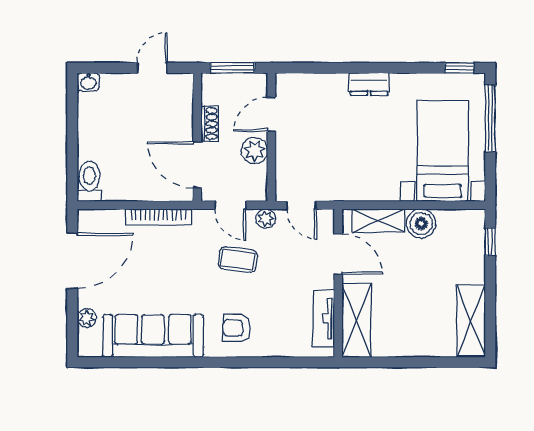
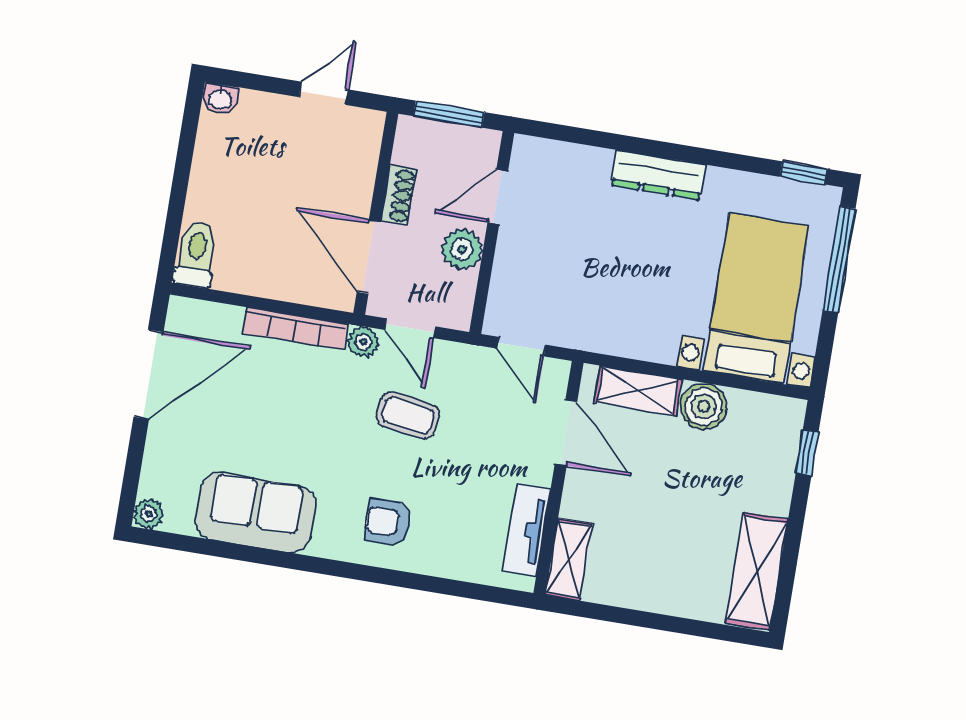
dresser: (369, 84) -> (658, 175), width x1.44
plant: (266, 219) -> (364, 342), moved
plant: (87, 318) -> (149, 514), moved
shelving: (357, 320) -> (569, 559), width x0.67, depth x0.75
sofa: (153, 336) -> (255, 513), width x0.73

